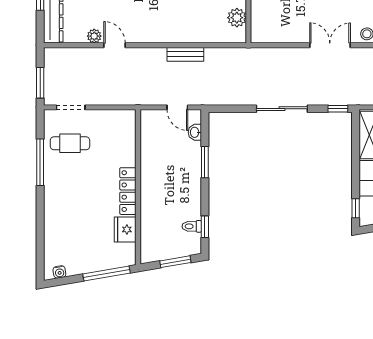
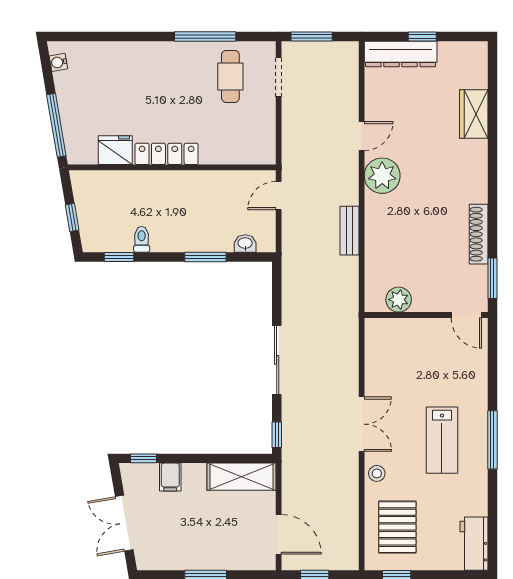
plant: (94, 36) -> (382, 176), moved, width x1.88, depth x1.88
door: (177, 107) -> (279, 196), moved
toilet: (192, 226) -> (142, 239), moved
window: (175, 262) -> (72, 217), width x0.67

